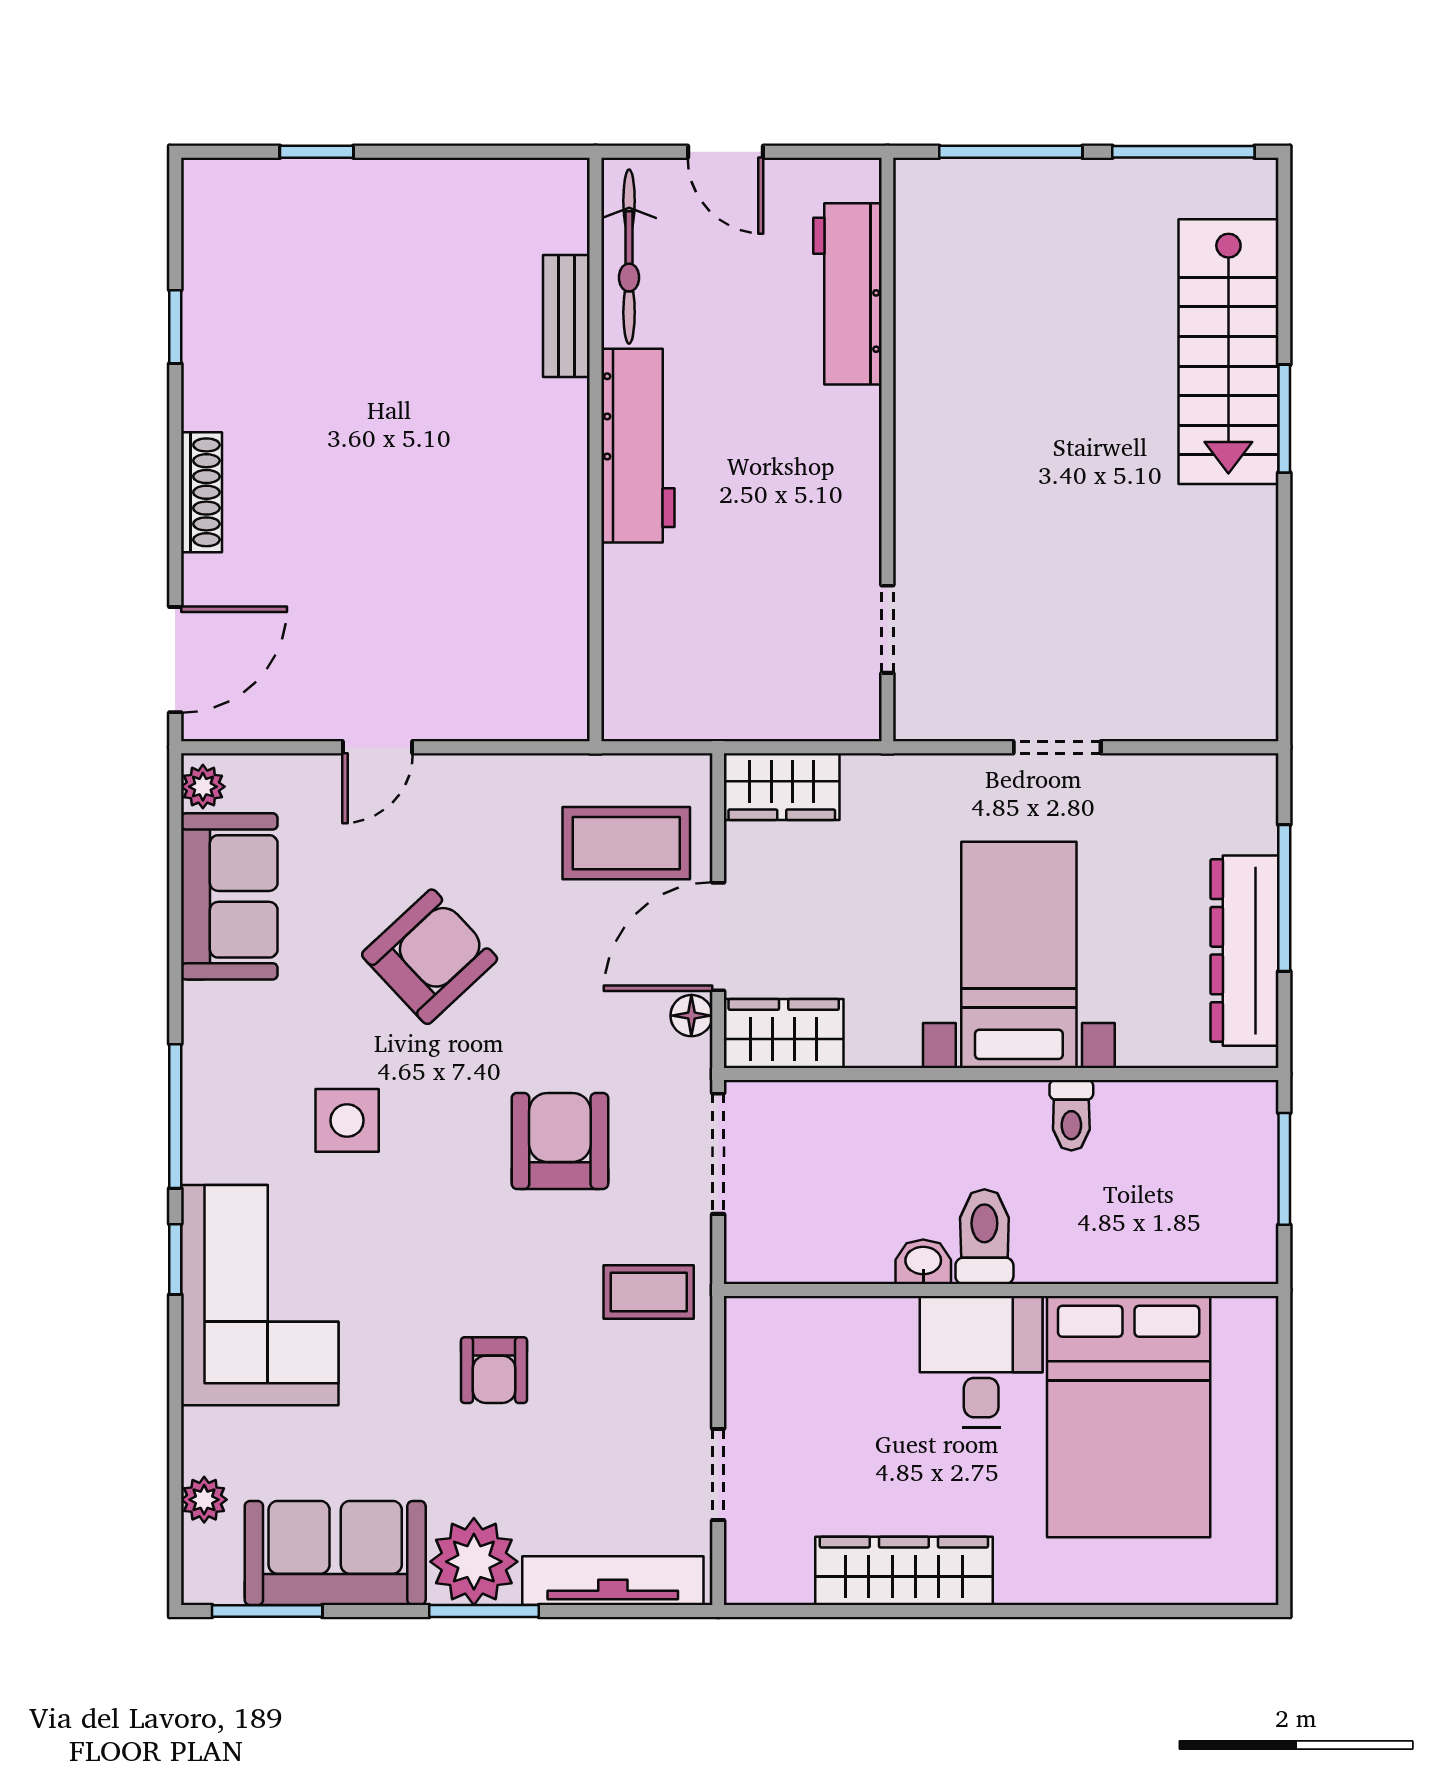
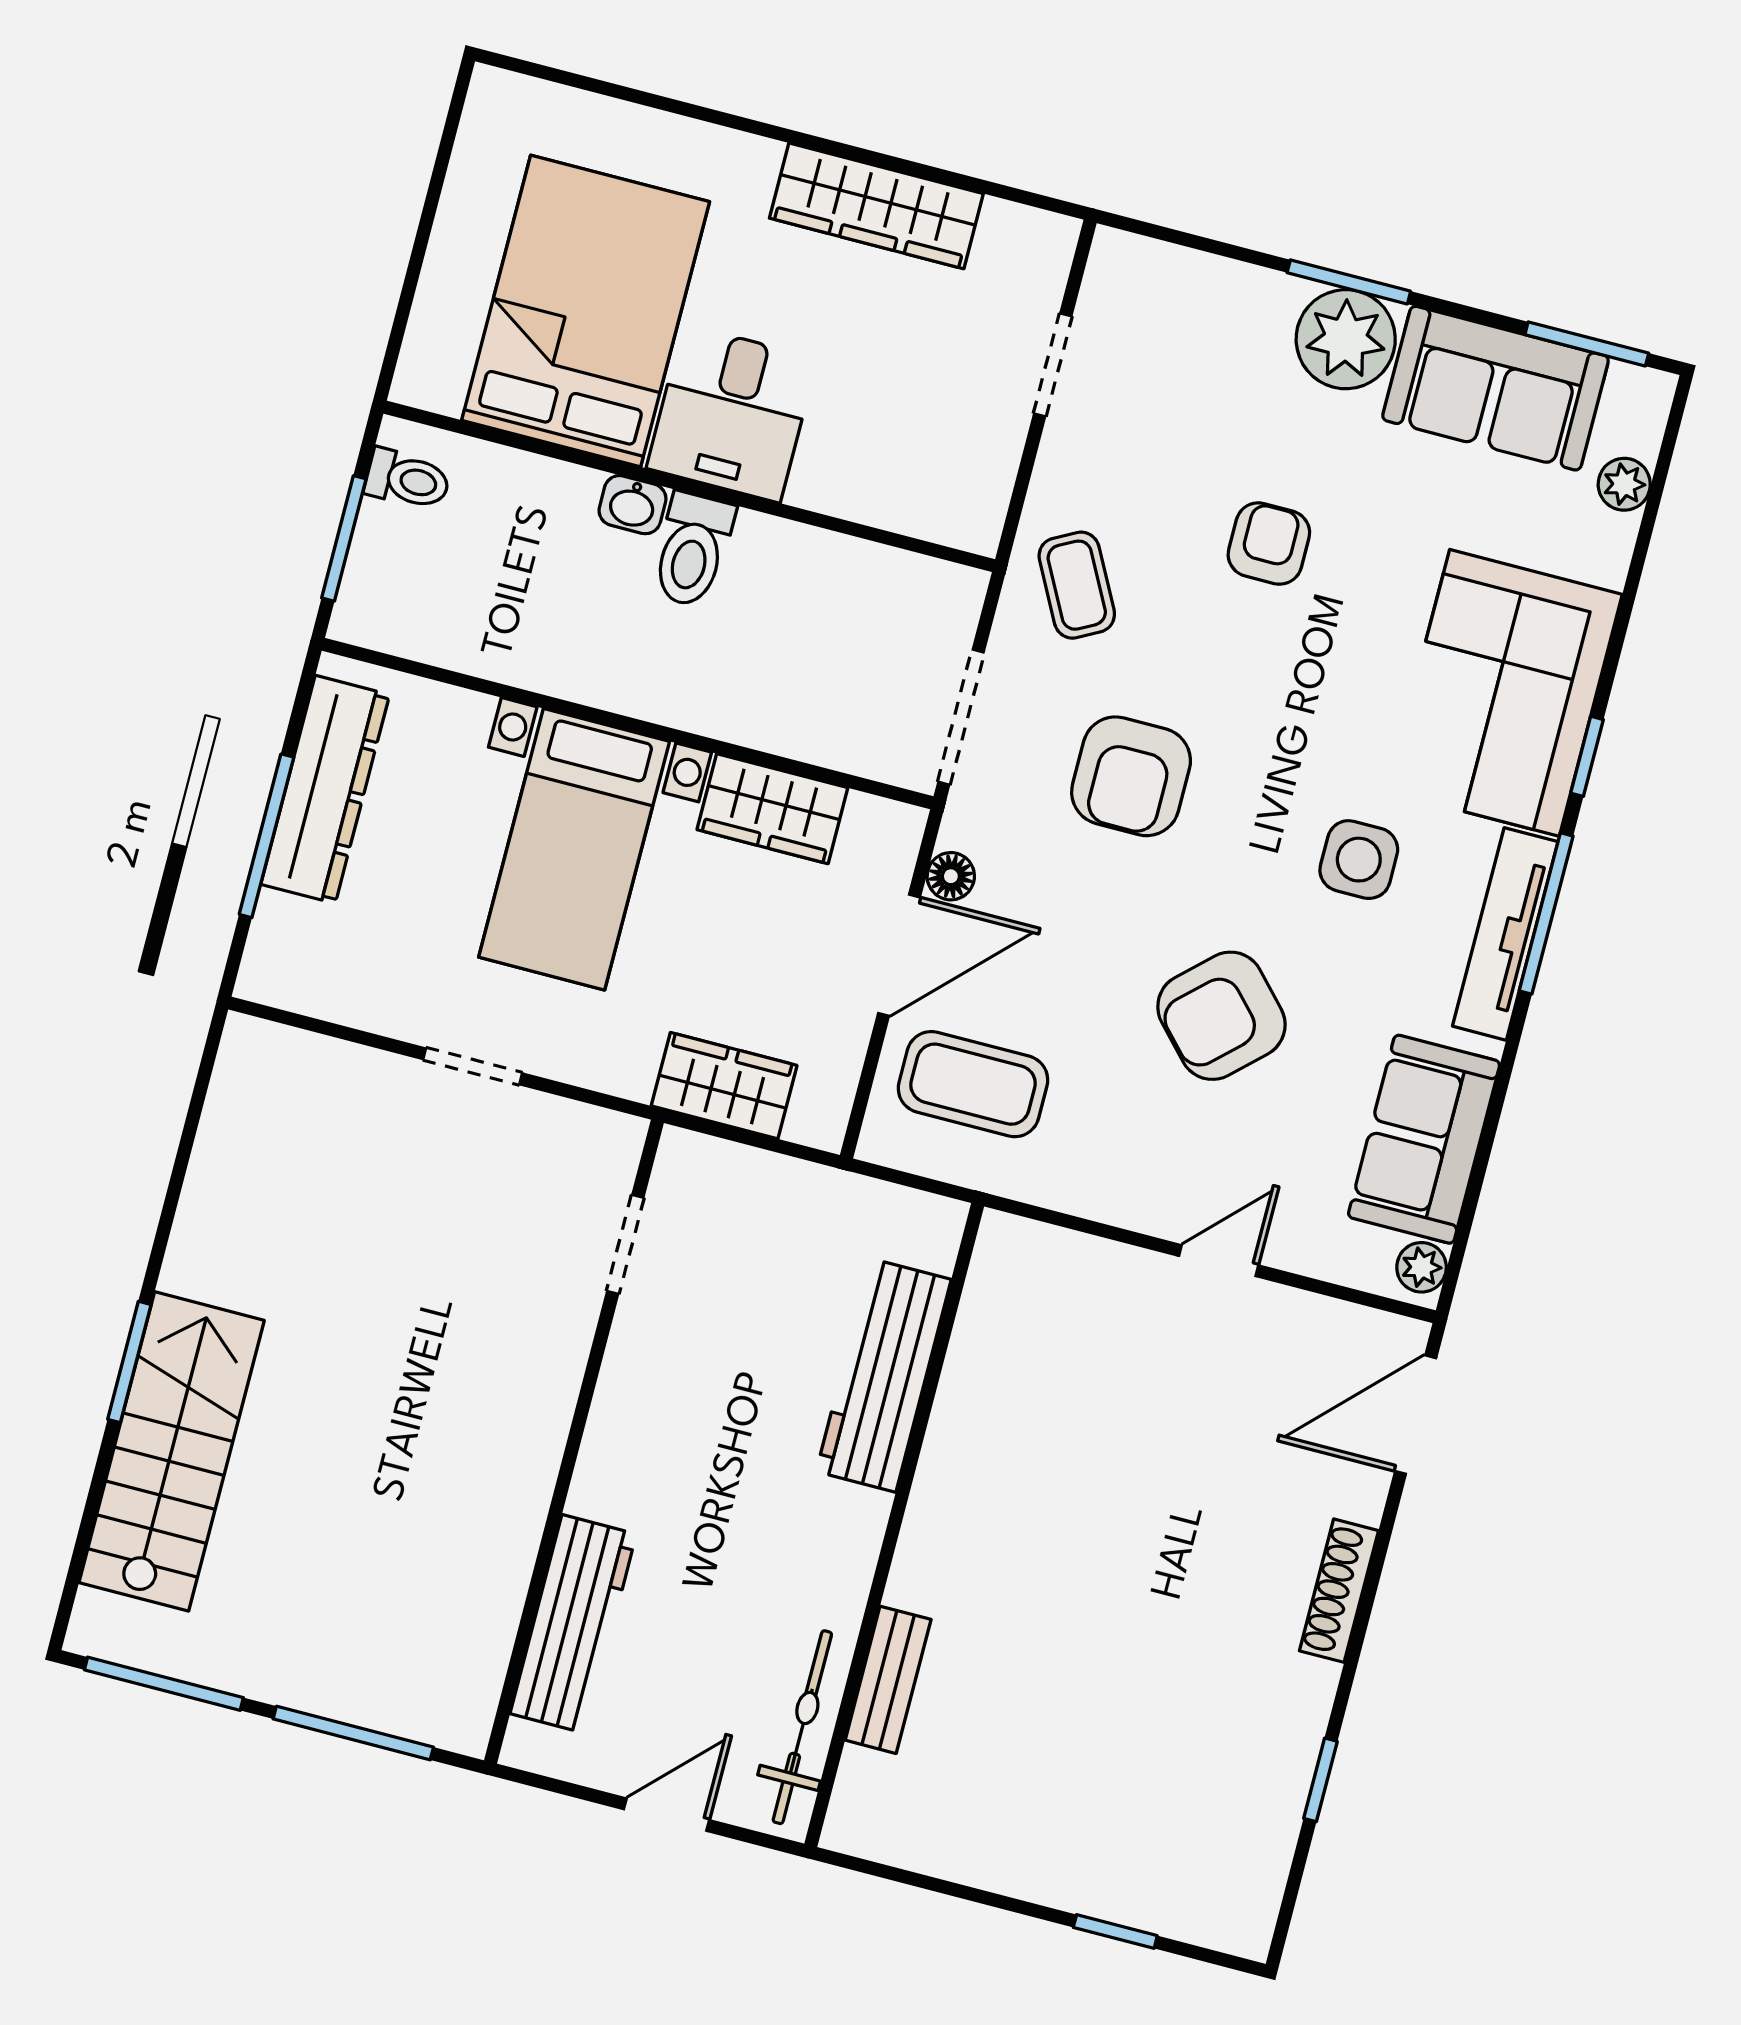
door: (725, 152) -> (667, 1815), hinge flipped
workbench: (638, 446) -> (884, 1375), moved
wardrobe: (782, 787) -> (724, 1086), moved
wardrobe: (784, 1034) -> (772, 809), moved
toilet: (1071, 1115) -> (408, 480), moved, turned 90
washbasin: (923, 1262) -> (632, 505), moved
coffee table: (649, 1292) -> (1077, 585), turned 62
tv unit: (613, 1581) -> (1505, 934), moved, turned 90

